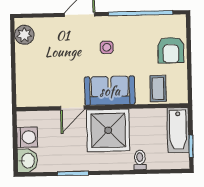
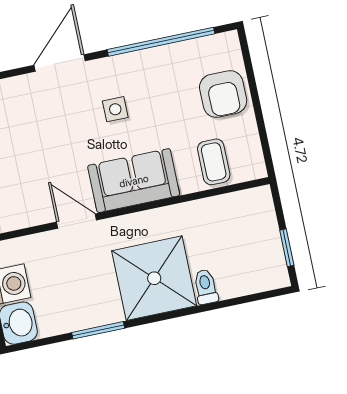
door: (72, 108) -> (77, 221), swing flipped
shower: (108, 130) -> (154, 278), moved
bathtub: (178, 130) -> (260, 225), removed

